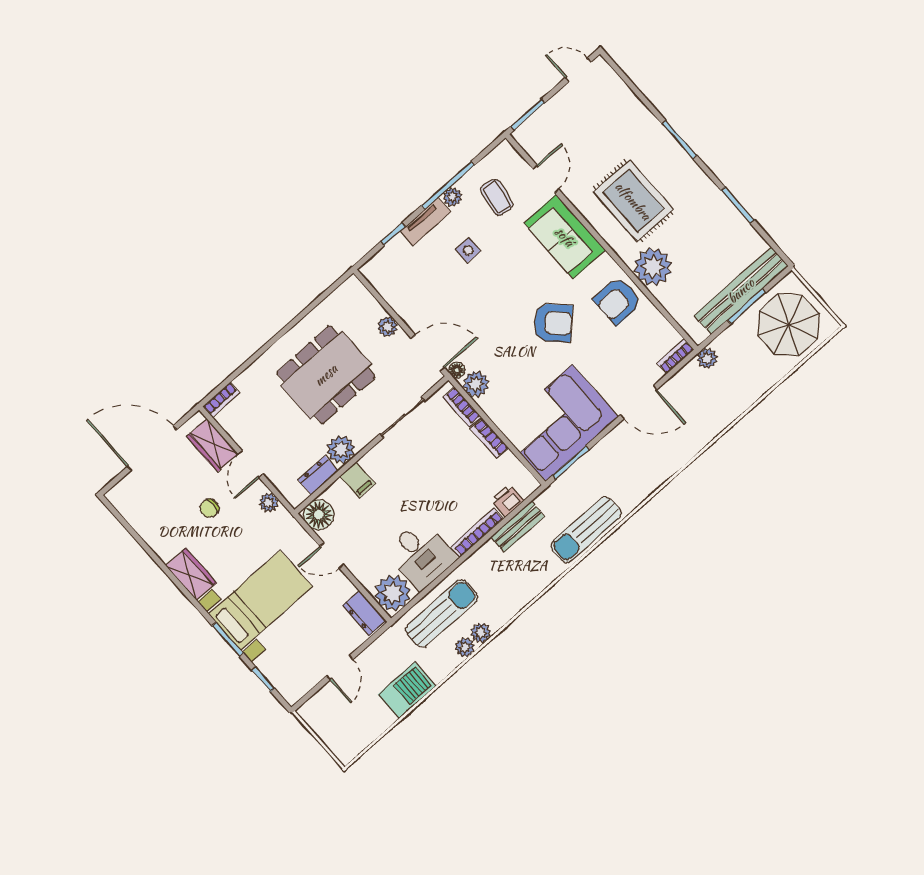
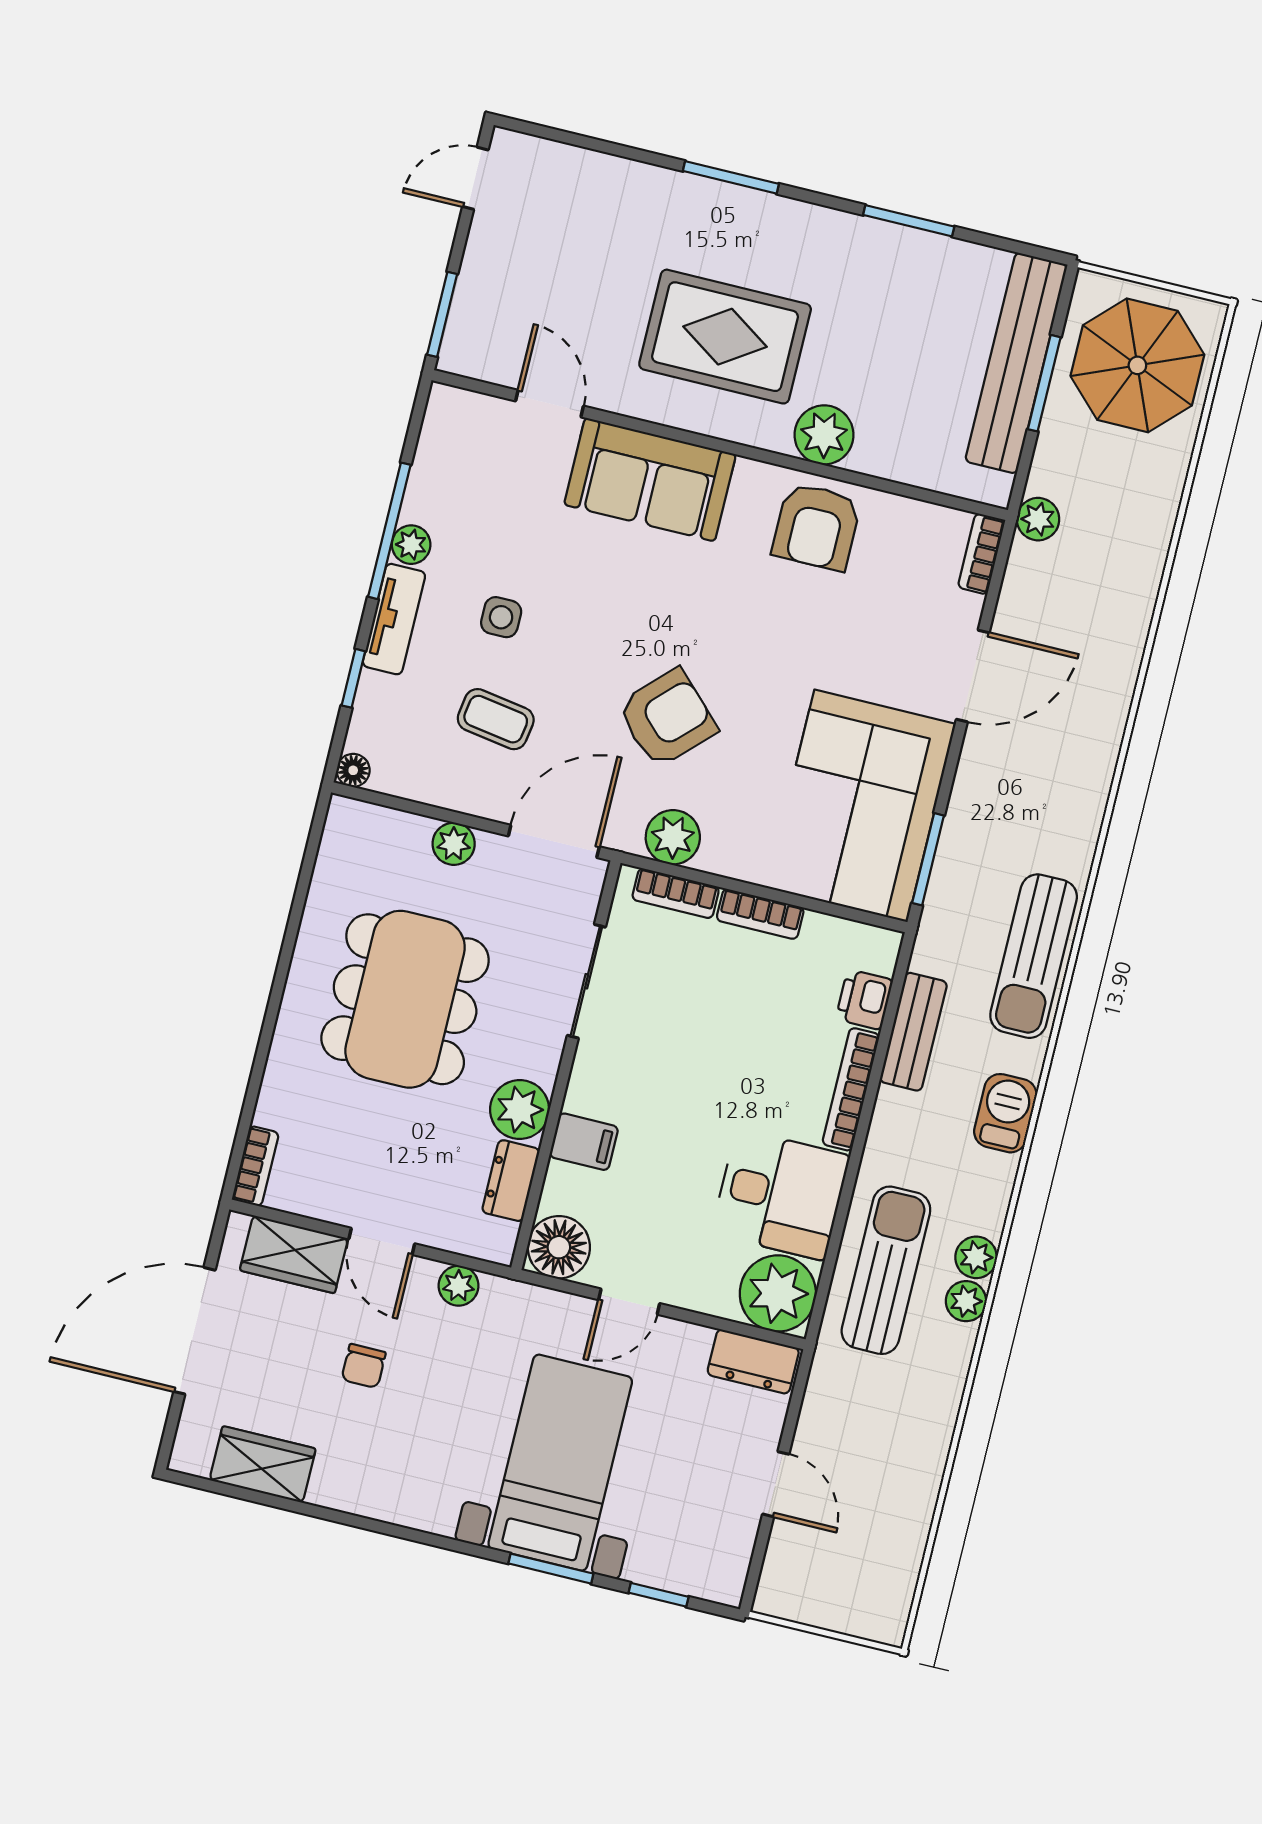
coffee table: (497, 197) -> (496, 719), moved
plant: (653, 267) -> (824, 435), width x0.73, depth x0.73
armchair: (553, 323) -> (667, 718), moved
floor lamp: (457, 370) -> (353, 770), moved
wardrobe: (191, 574) -> (263, 1464), moved
barbecue: (407, 690) -> (1005, 1113), moved, width x0.73, depth x0.79

